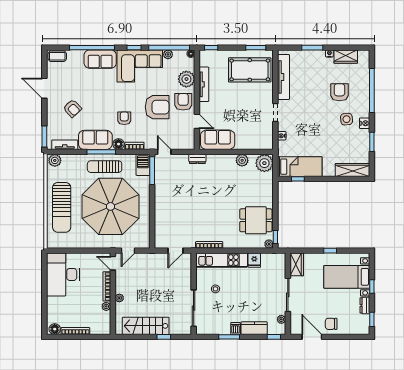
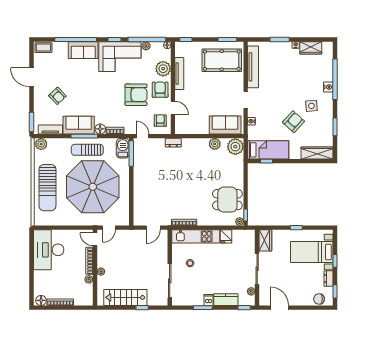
armchair: (339, 92) -> (293, 122), moved, turned 42
armchair: (124, 118) -> (160, 121), moved
nightstand: (365, 123) -> (328, 87), moved
sofa: (218, 140) -> (225, 125), moved
chair: (331, 324) -> (319, 299), moved

